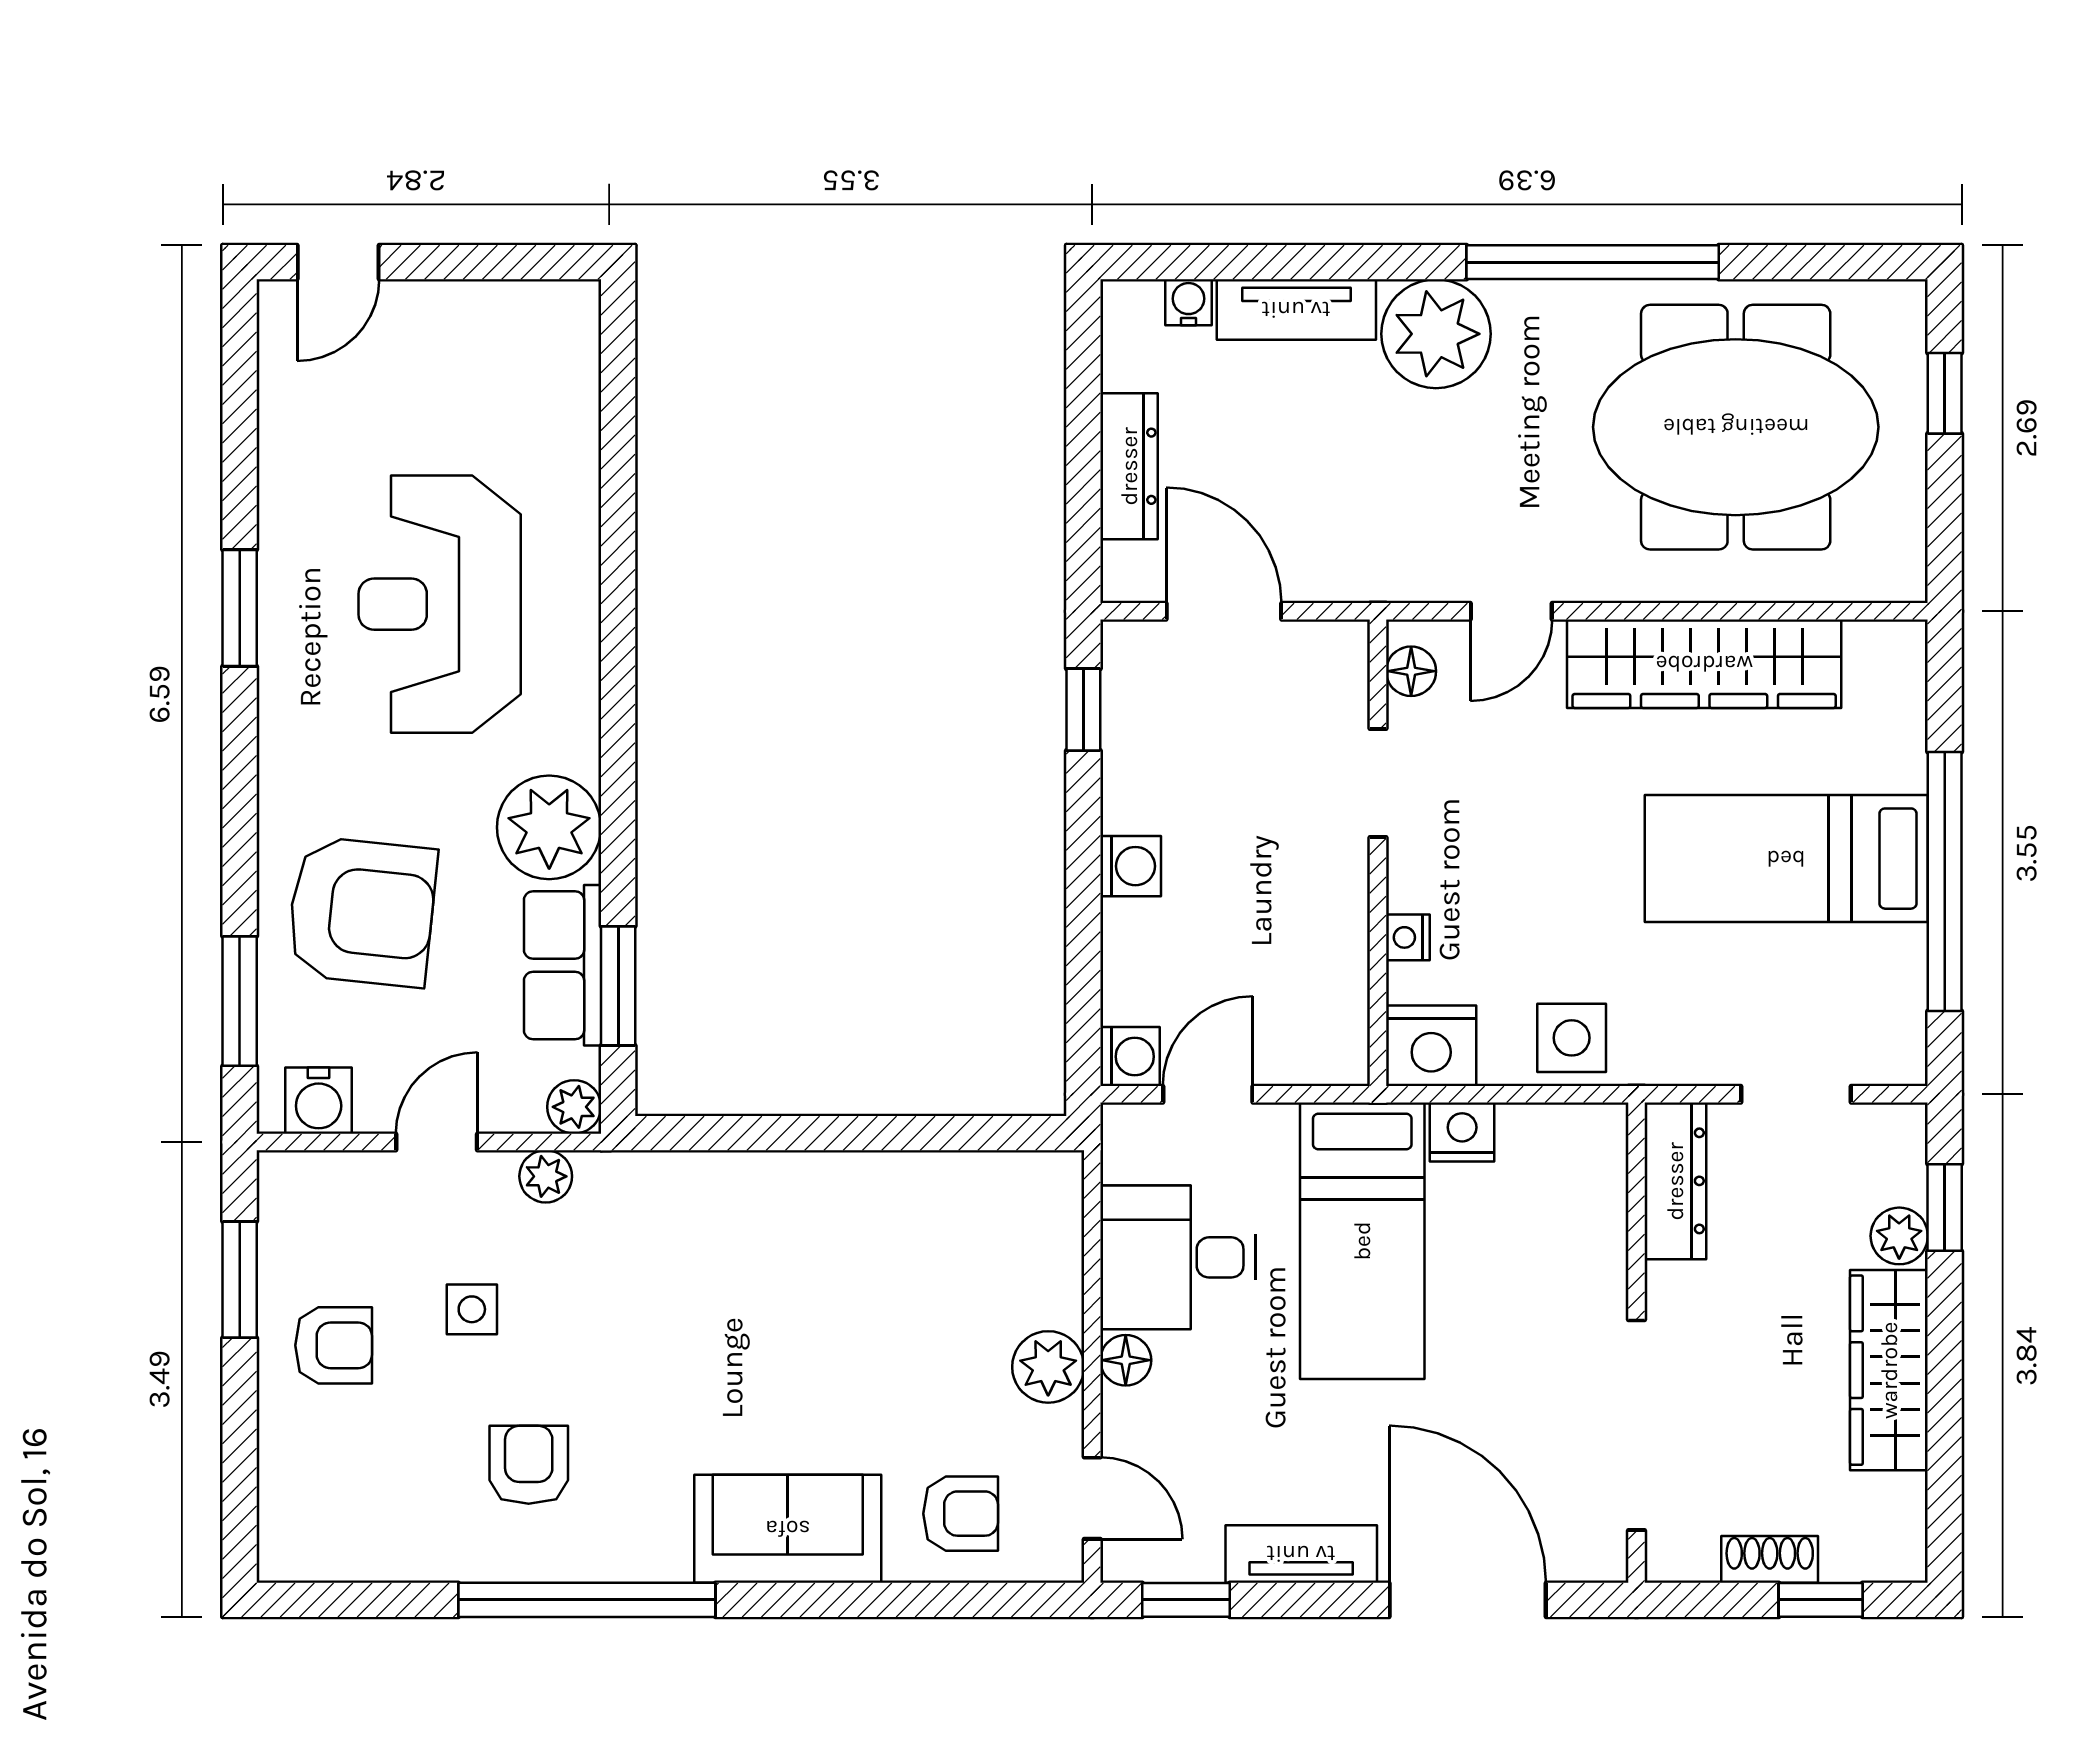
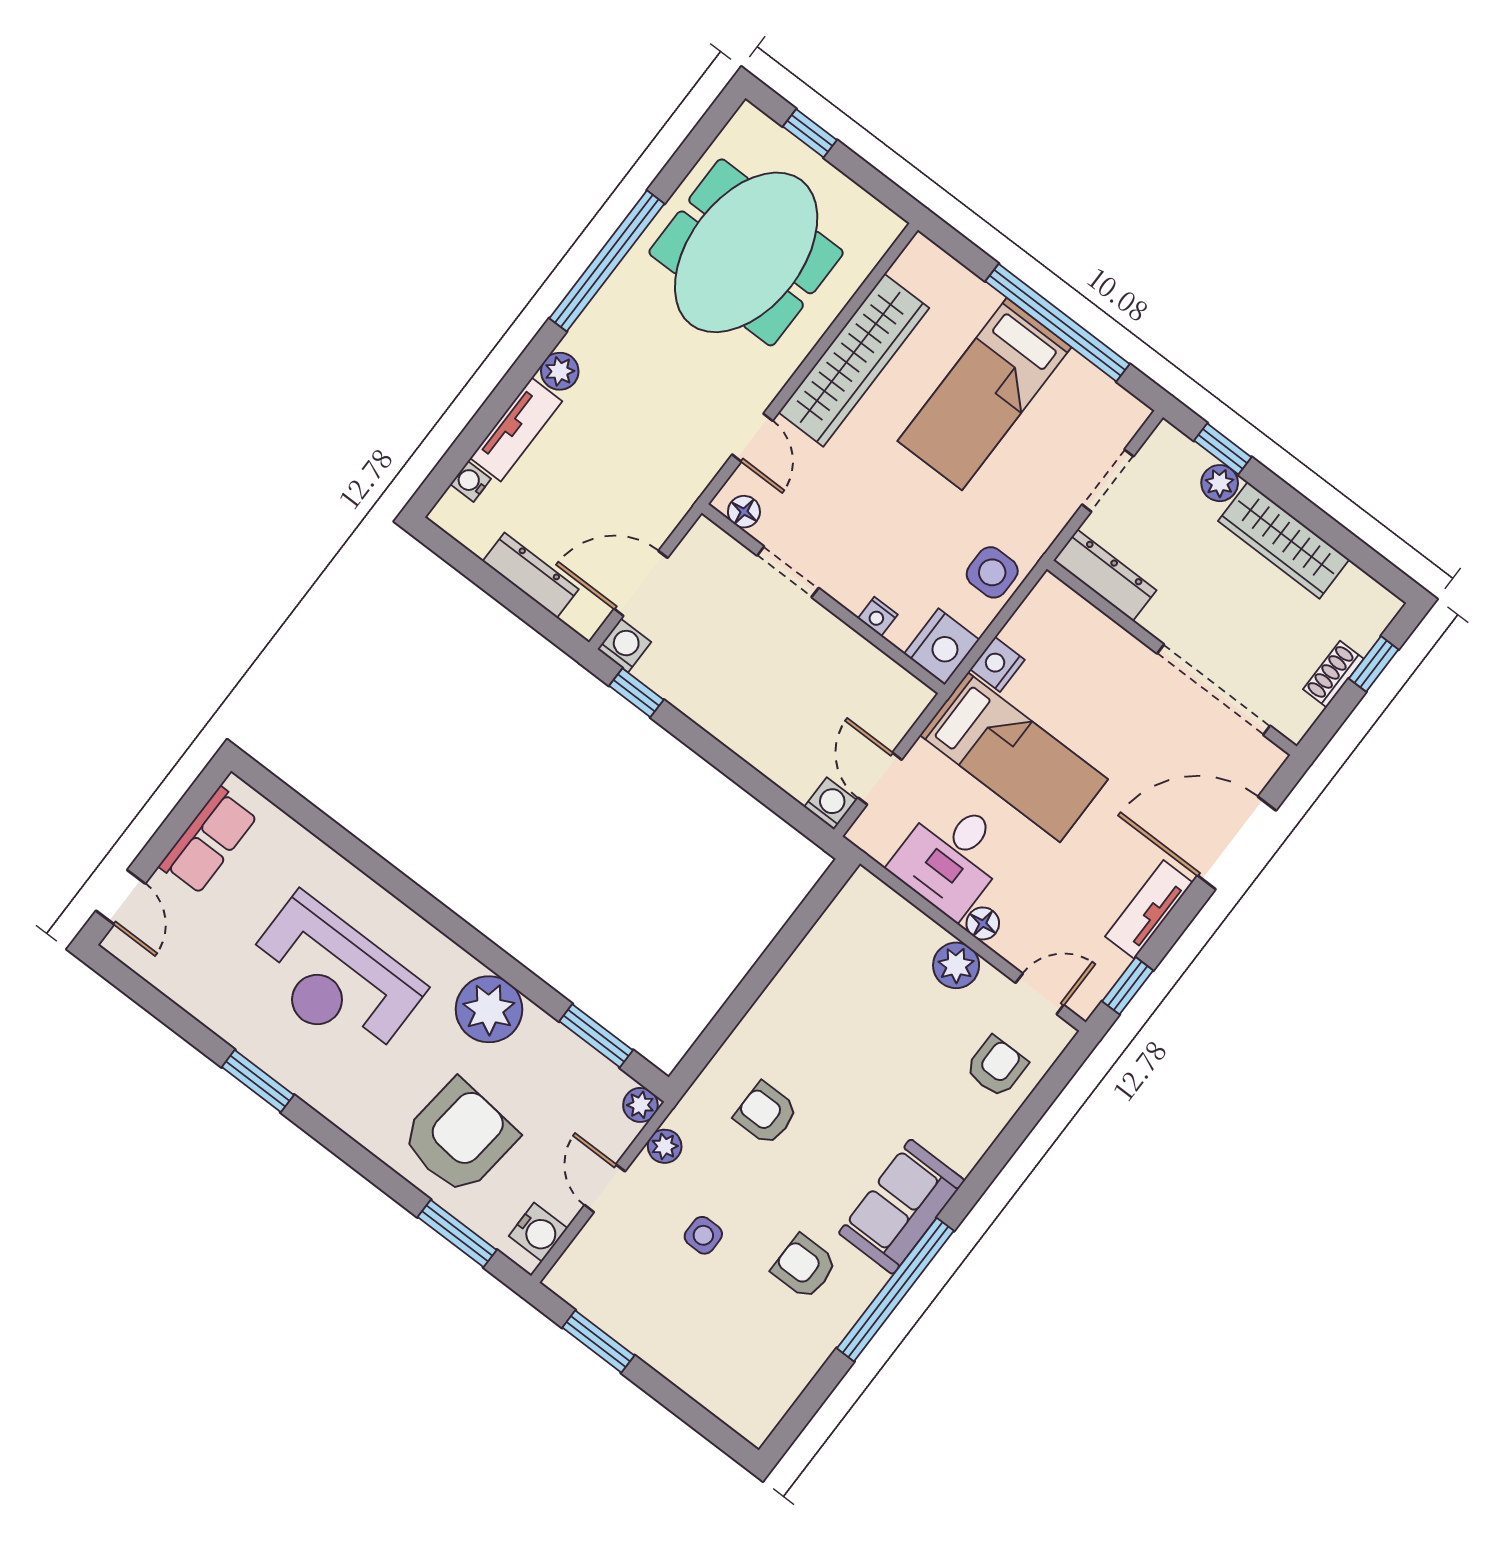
plant: (1436, 334) -> (560, 371), width x0.53, depth x0.53
washing machine: (1131, 866) -> (624, 645), moved
row of seats: (563, 965) -> (208, 841), moved, turned -90
armchair: (334, 1345) -> (766, 1113), moved, turned -90
sofa: (788, 1529) -> (902, 1207), moved

